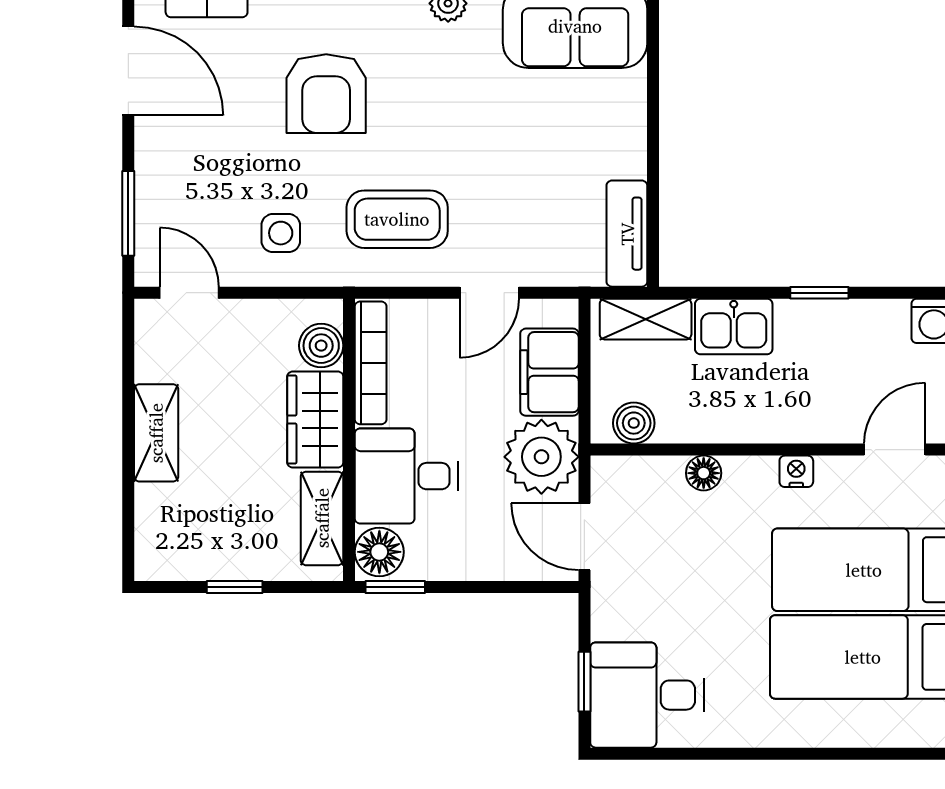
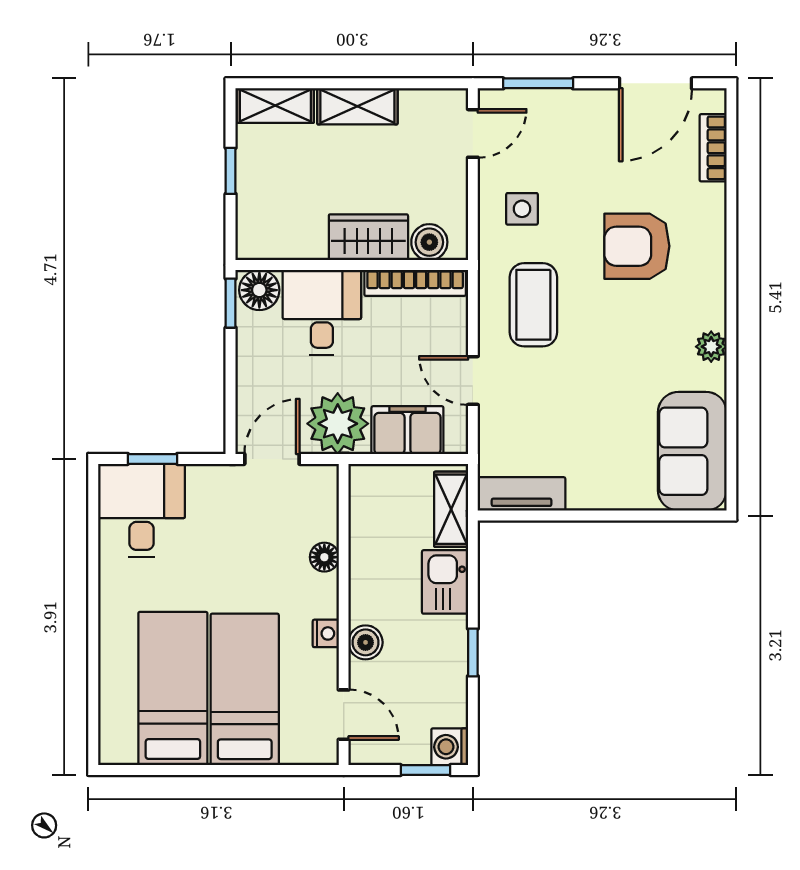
boiler: (634, 423) -> (366, 642), moved
shelving: (322, 518) -> (275, 106), moved

